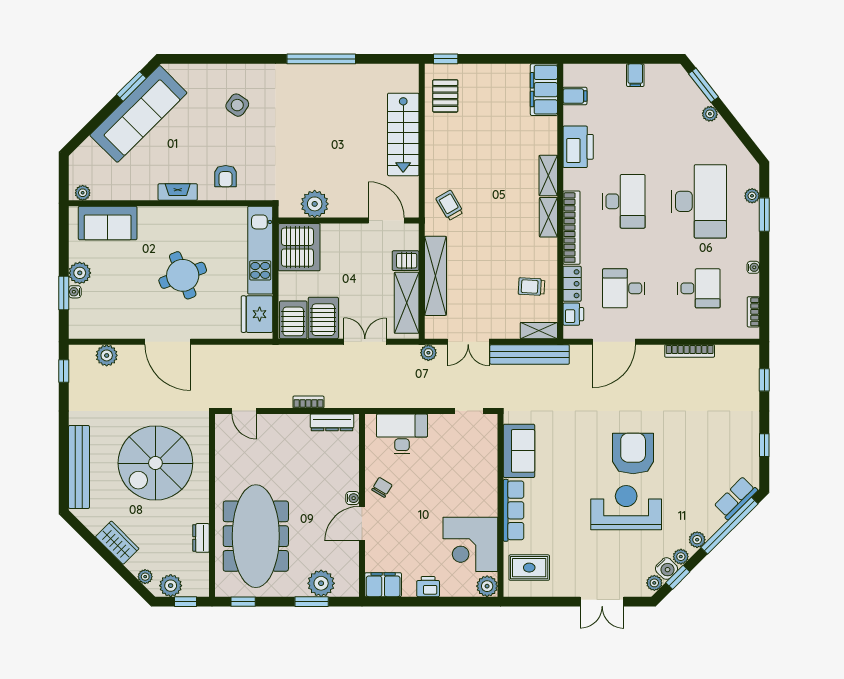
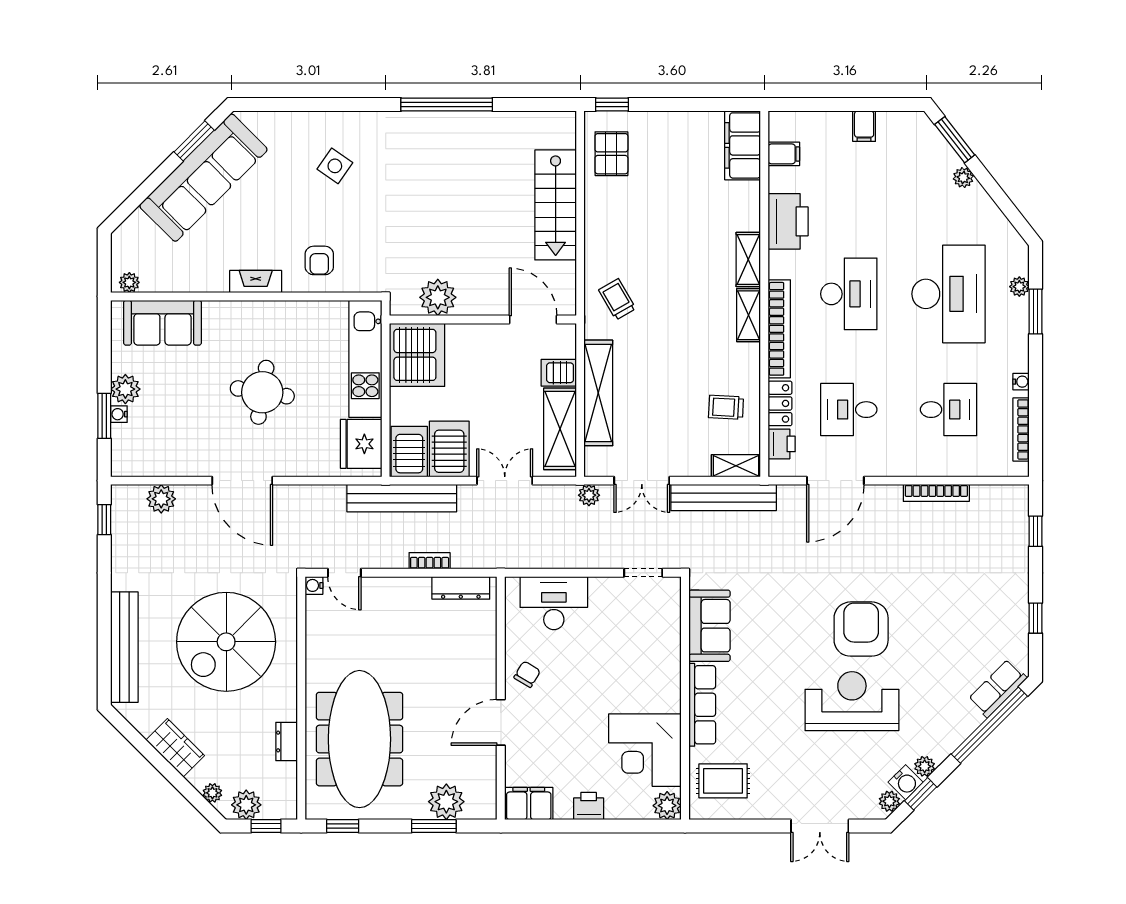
round table: (183, 275) -> (262, 392), turned 30
bookcase: (753, 312) -> (1021, 429), width x1.56
bench: (288, 355) -> (402, 498), added
water cooler: (353, 498) -> (314, 585), moved, turned 180
plant: (697, 540) -> (946, 744), removed

